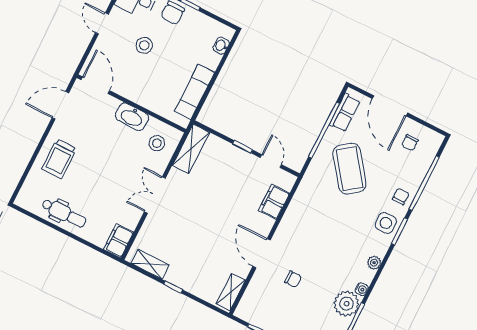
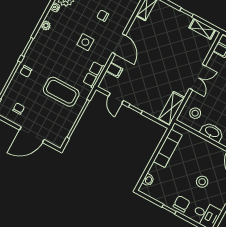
door: (390, 106) -> (32, 135), swing flipped
row of seats: (345, 113) -> (94, 75), moved
coffee table: (349, 169) -> (61, 92), turned -53
filing cabinet: (274, 202) -> (114, 70), width x0.50
side table: (386, 223) -> (85, 42), moved
door: (262, 253) -> (119, 44), moved

